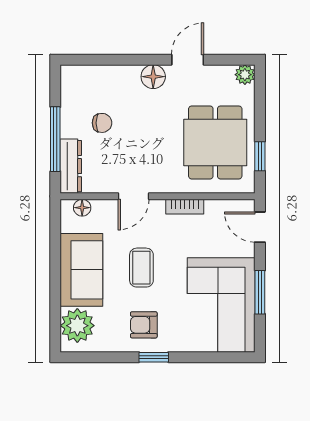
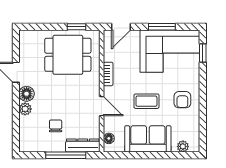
plant: (245, 75) -> (25, 109), moved
plant: (77, 326) -> (183, 146), width x0.53, depth x0.53
window: (154, 357) -> (203, 53), moved

